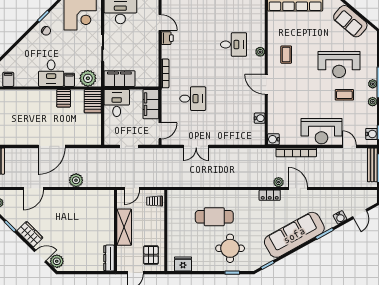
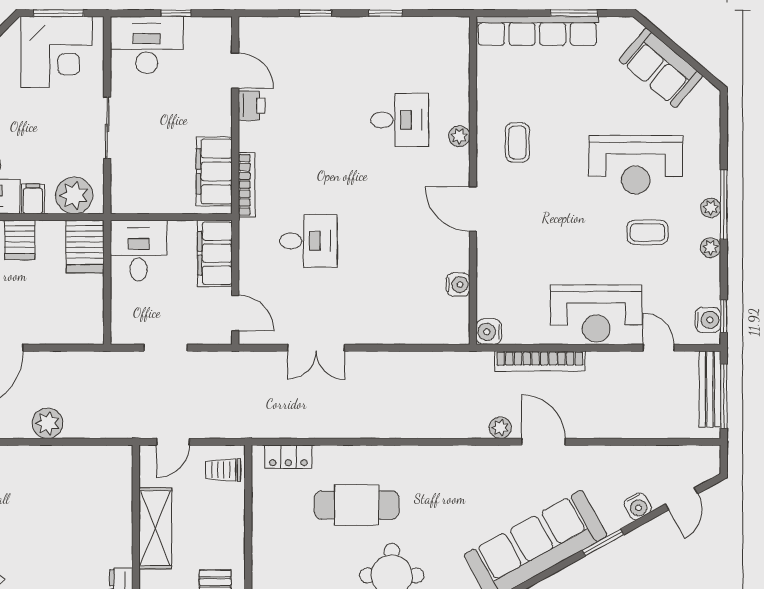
filing cabinet: (119, 79) -> (214, 171), moved, turned -90
door: (160, 131) -> (235, 313), hinge flipped
locker: (270, 195) -> (288, 457), moved

